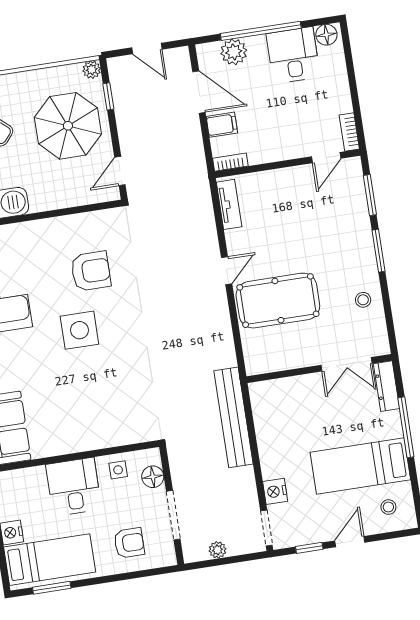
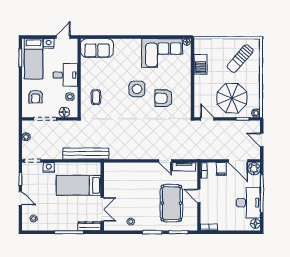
door: (147, 48) -> (262, 140), hinge flipped
plant: (234, 52) -> (254, 169), moved
desk: (293, 55) -> (248, 203), width x1.37
door: (199, 92) -> (238, 161), hinge flipped
door: (326, 158) -> (199, 196), moved
armchair: (91, 271) -> (163, 98), turned 90
door: (227, 271) -> (165, 161), moved
pool table: (278, 301) -> (171, 203), moved
double door: (346, 364) -> (102, 209), swing flipped
coffee table: (110, 414) -> (96, 97), added
bed: (360, 466) -> (79, 185), moved, turned -90

